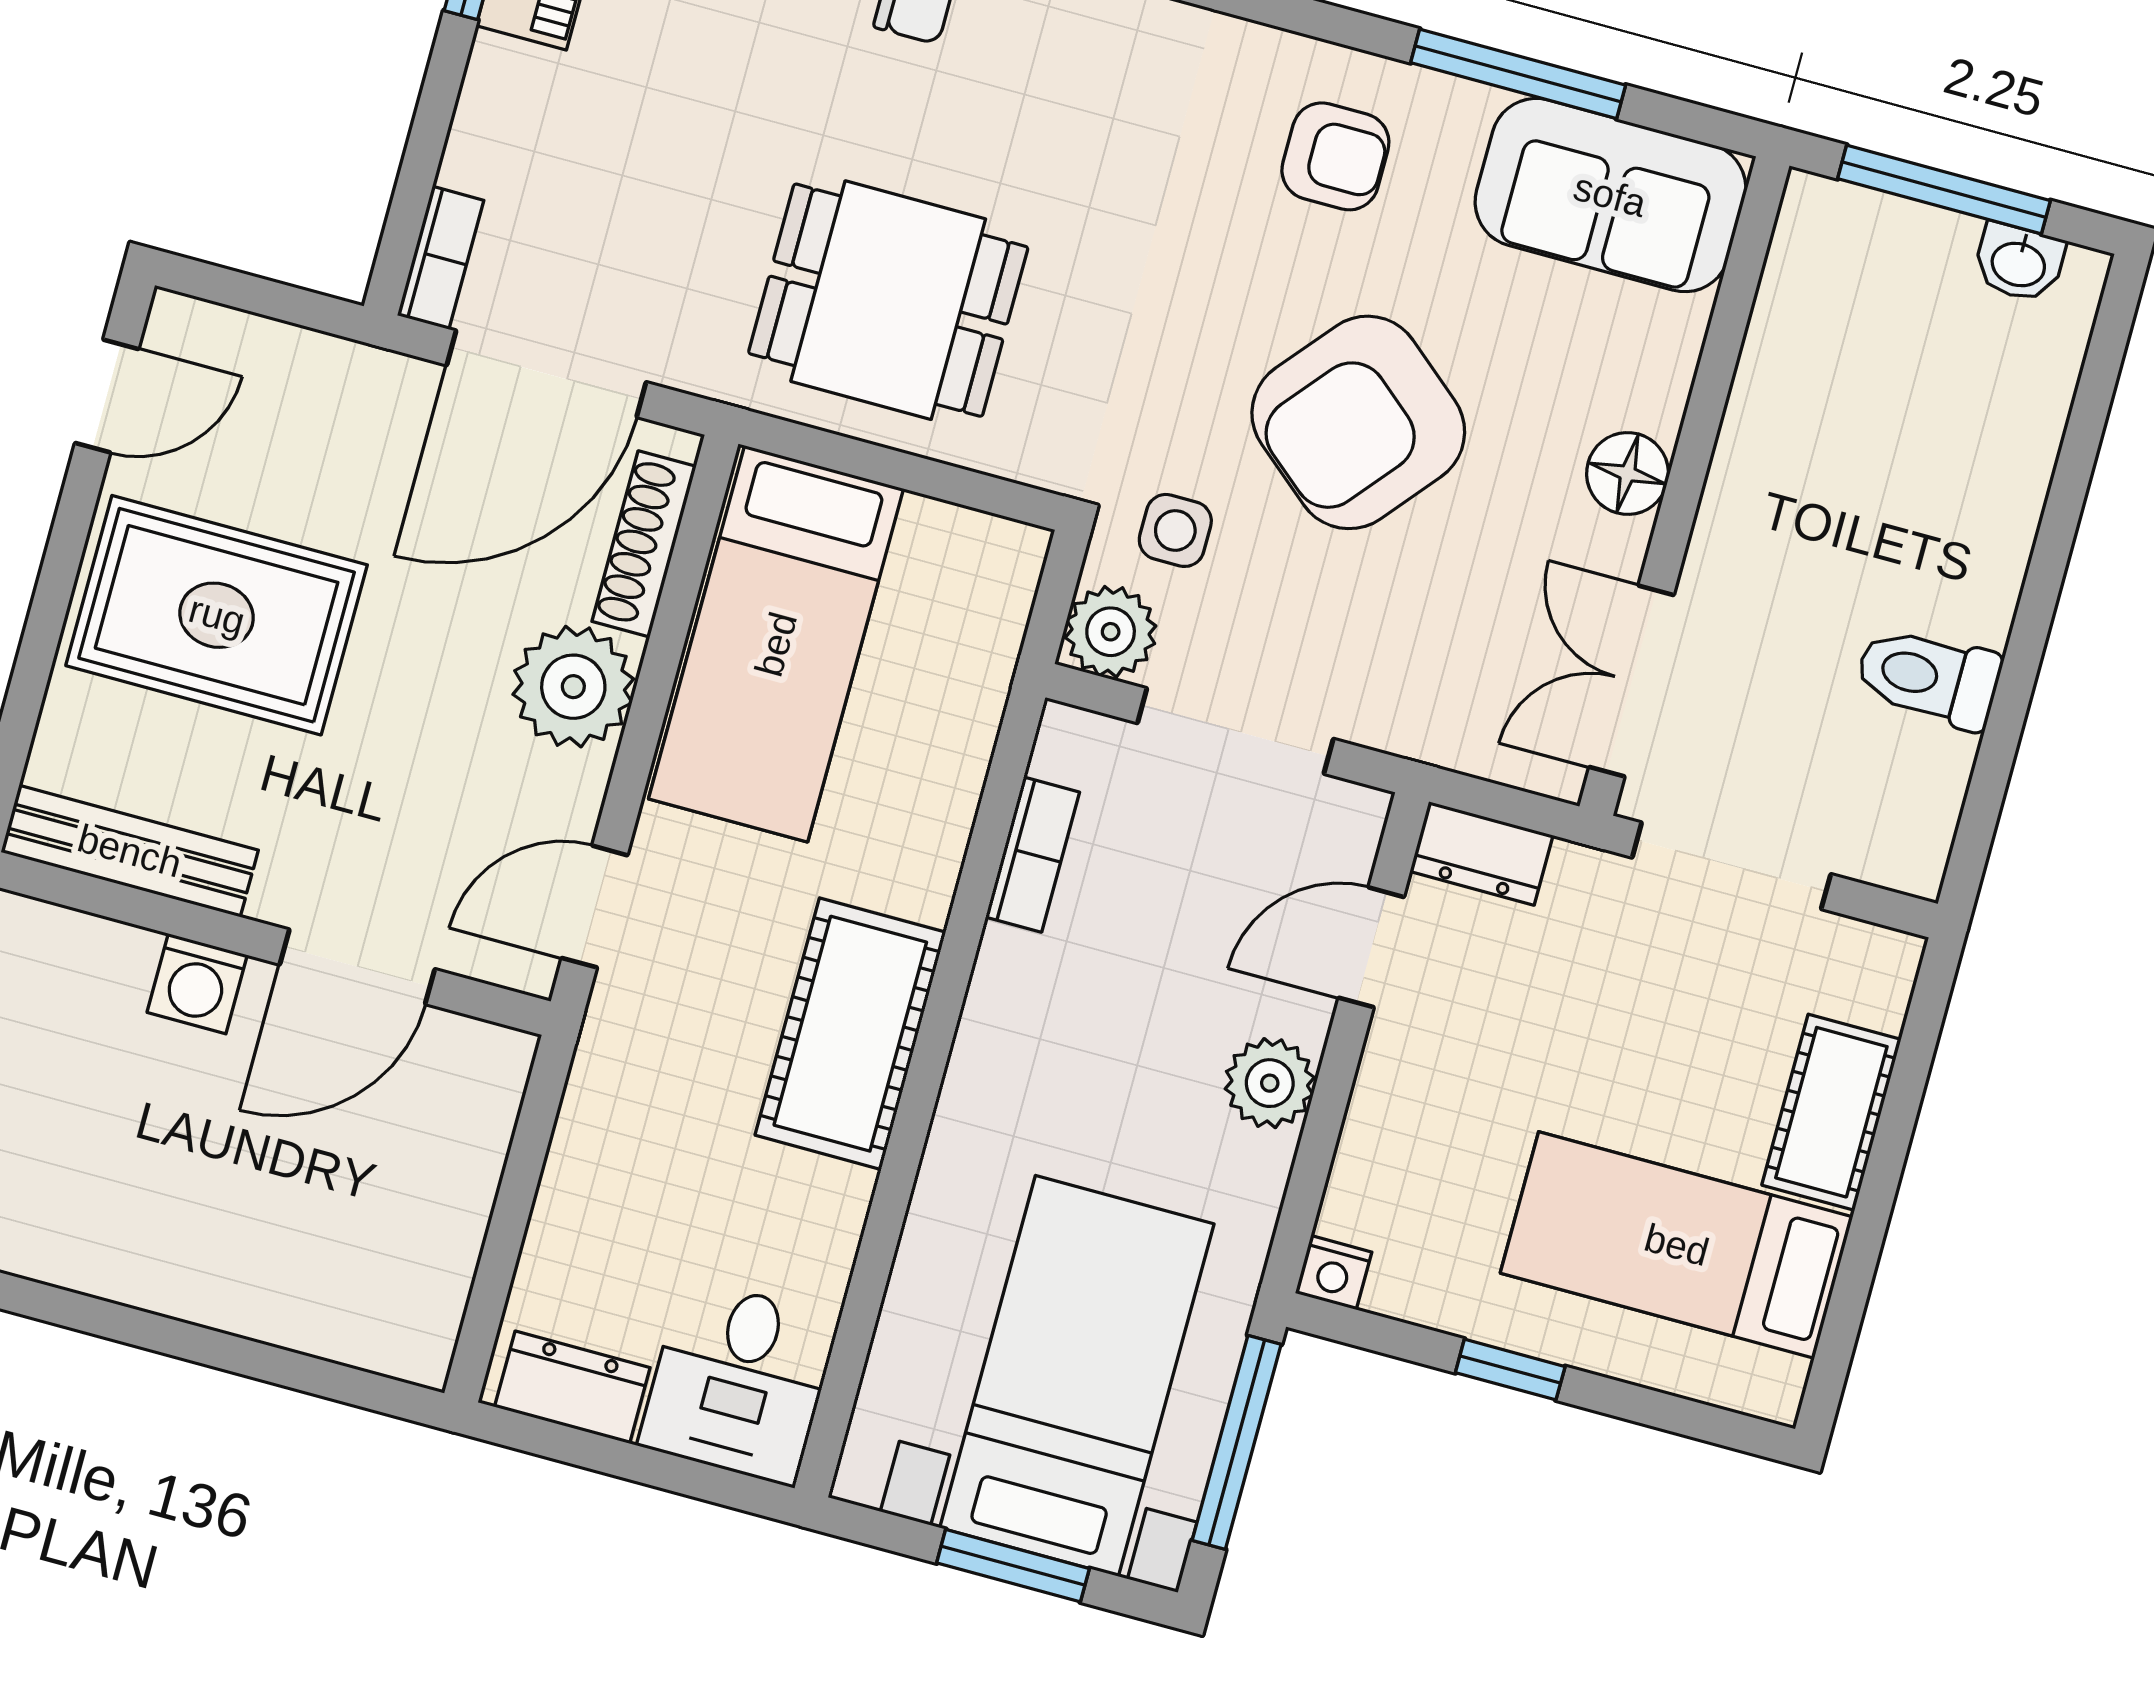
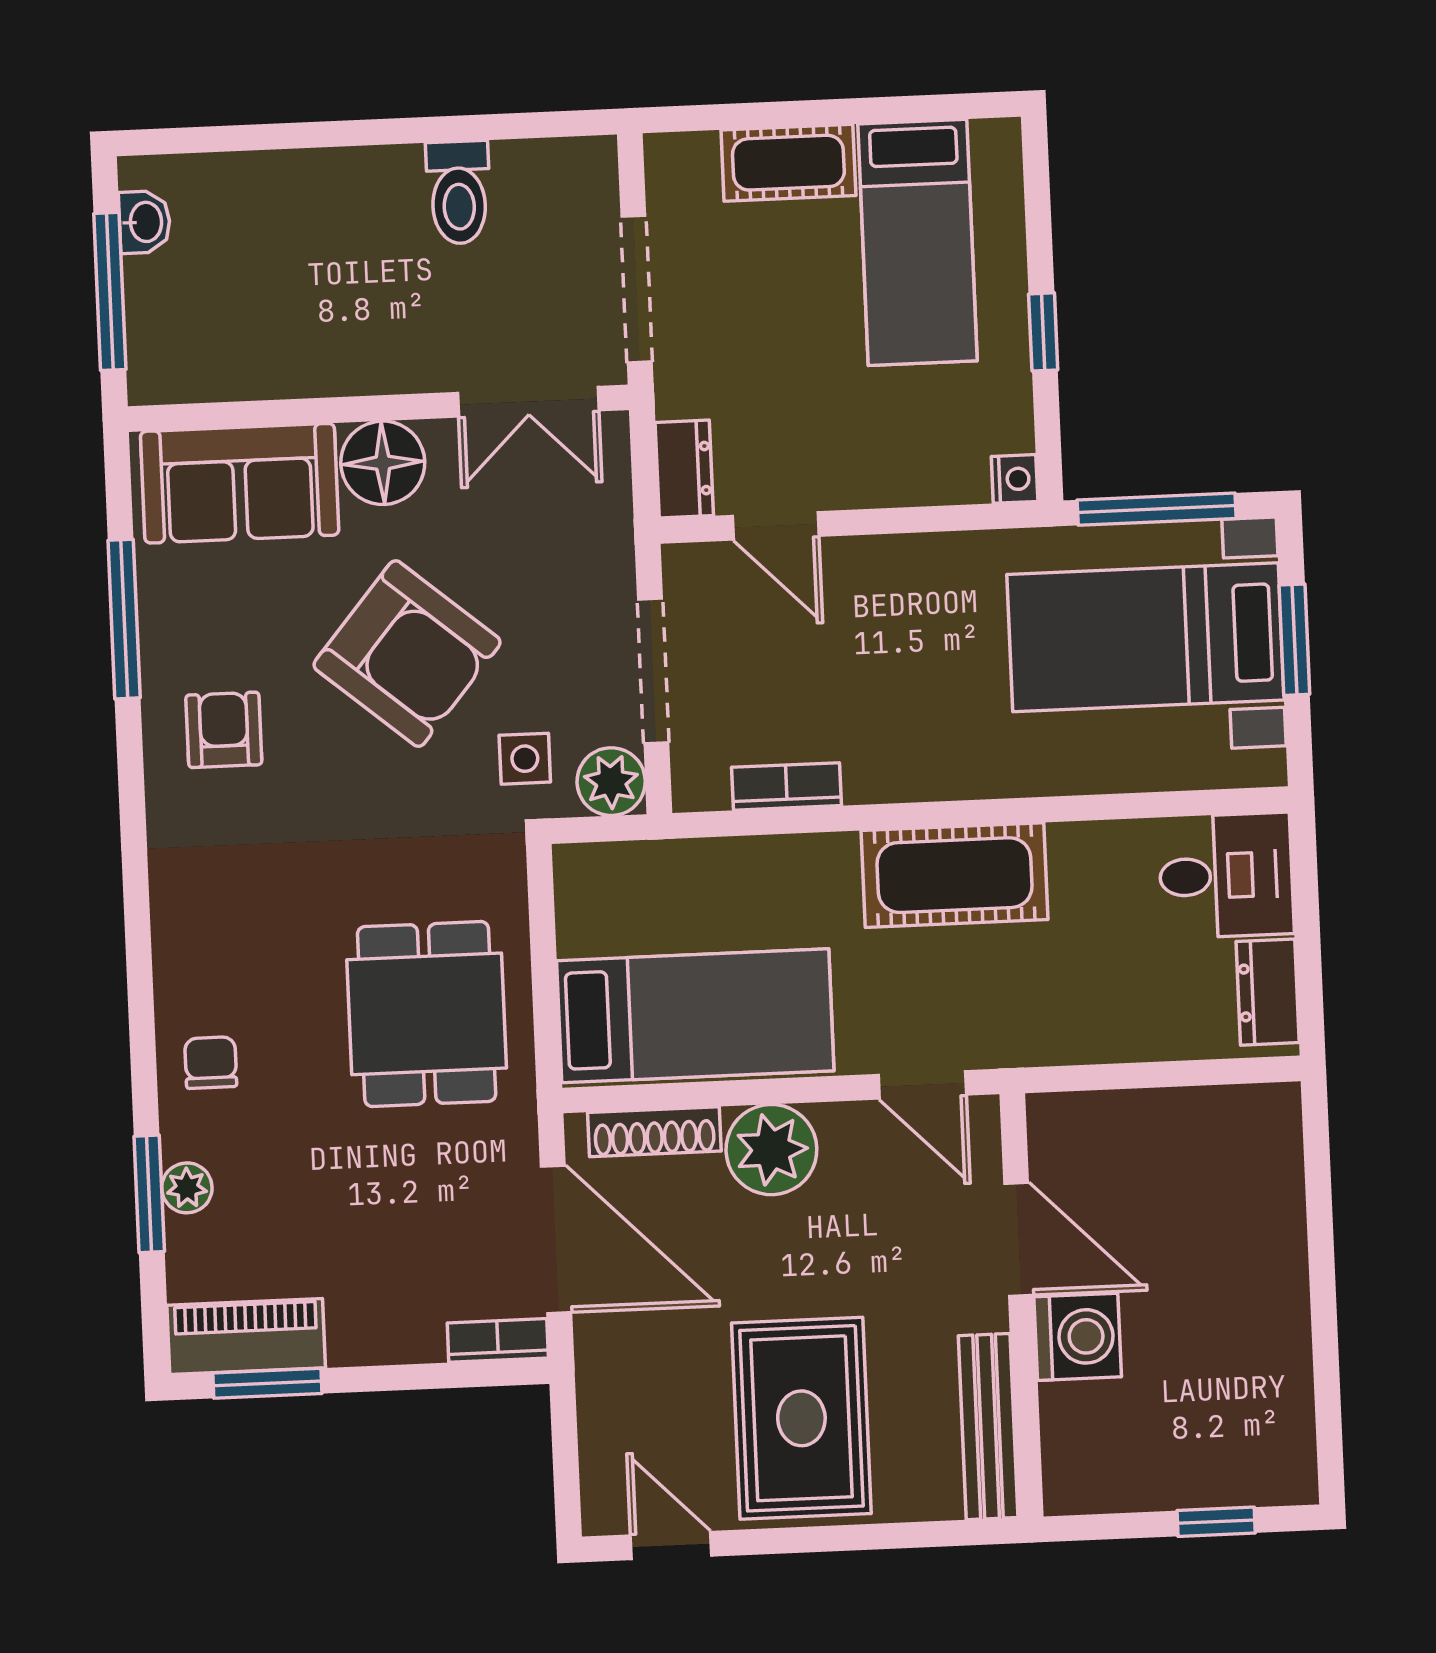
sofa: (1610, 195) -> (240, 483), moved, turned 90
floor lamp: (1628, 473) -> (383, 463), width x1.38, depth x1.38
washing machine: (197, 984) -> (1078, 1337), width x1.38, depth x1.38
plant: (1270, 1083) -> (895, 567), removed

